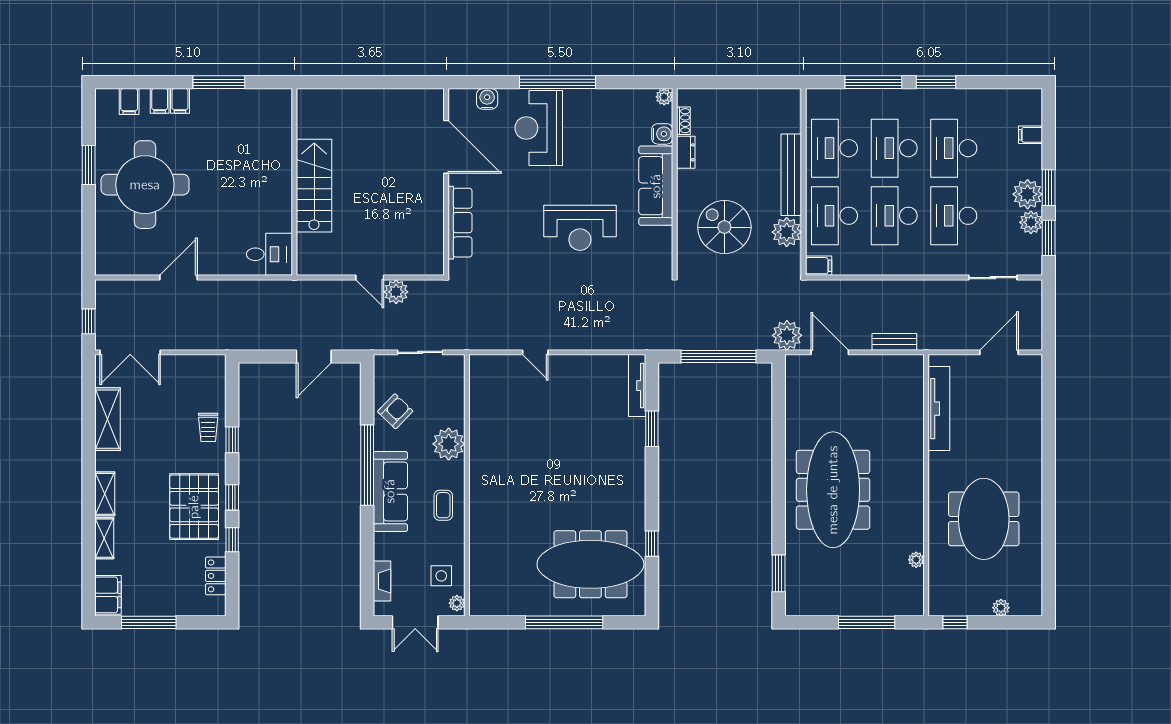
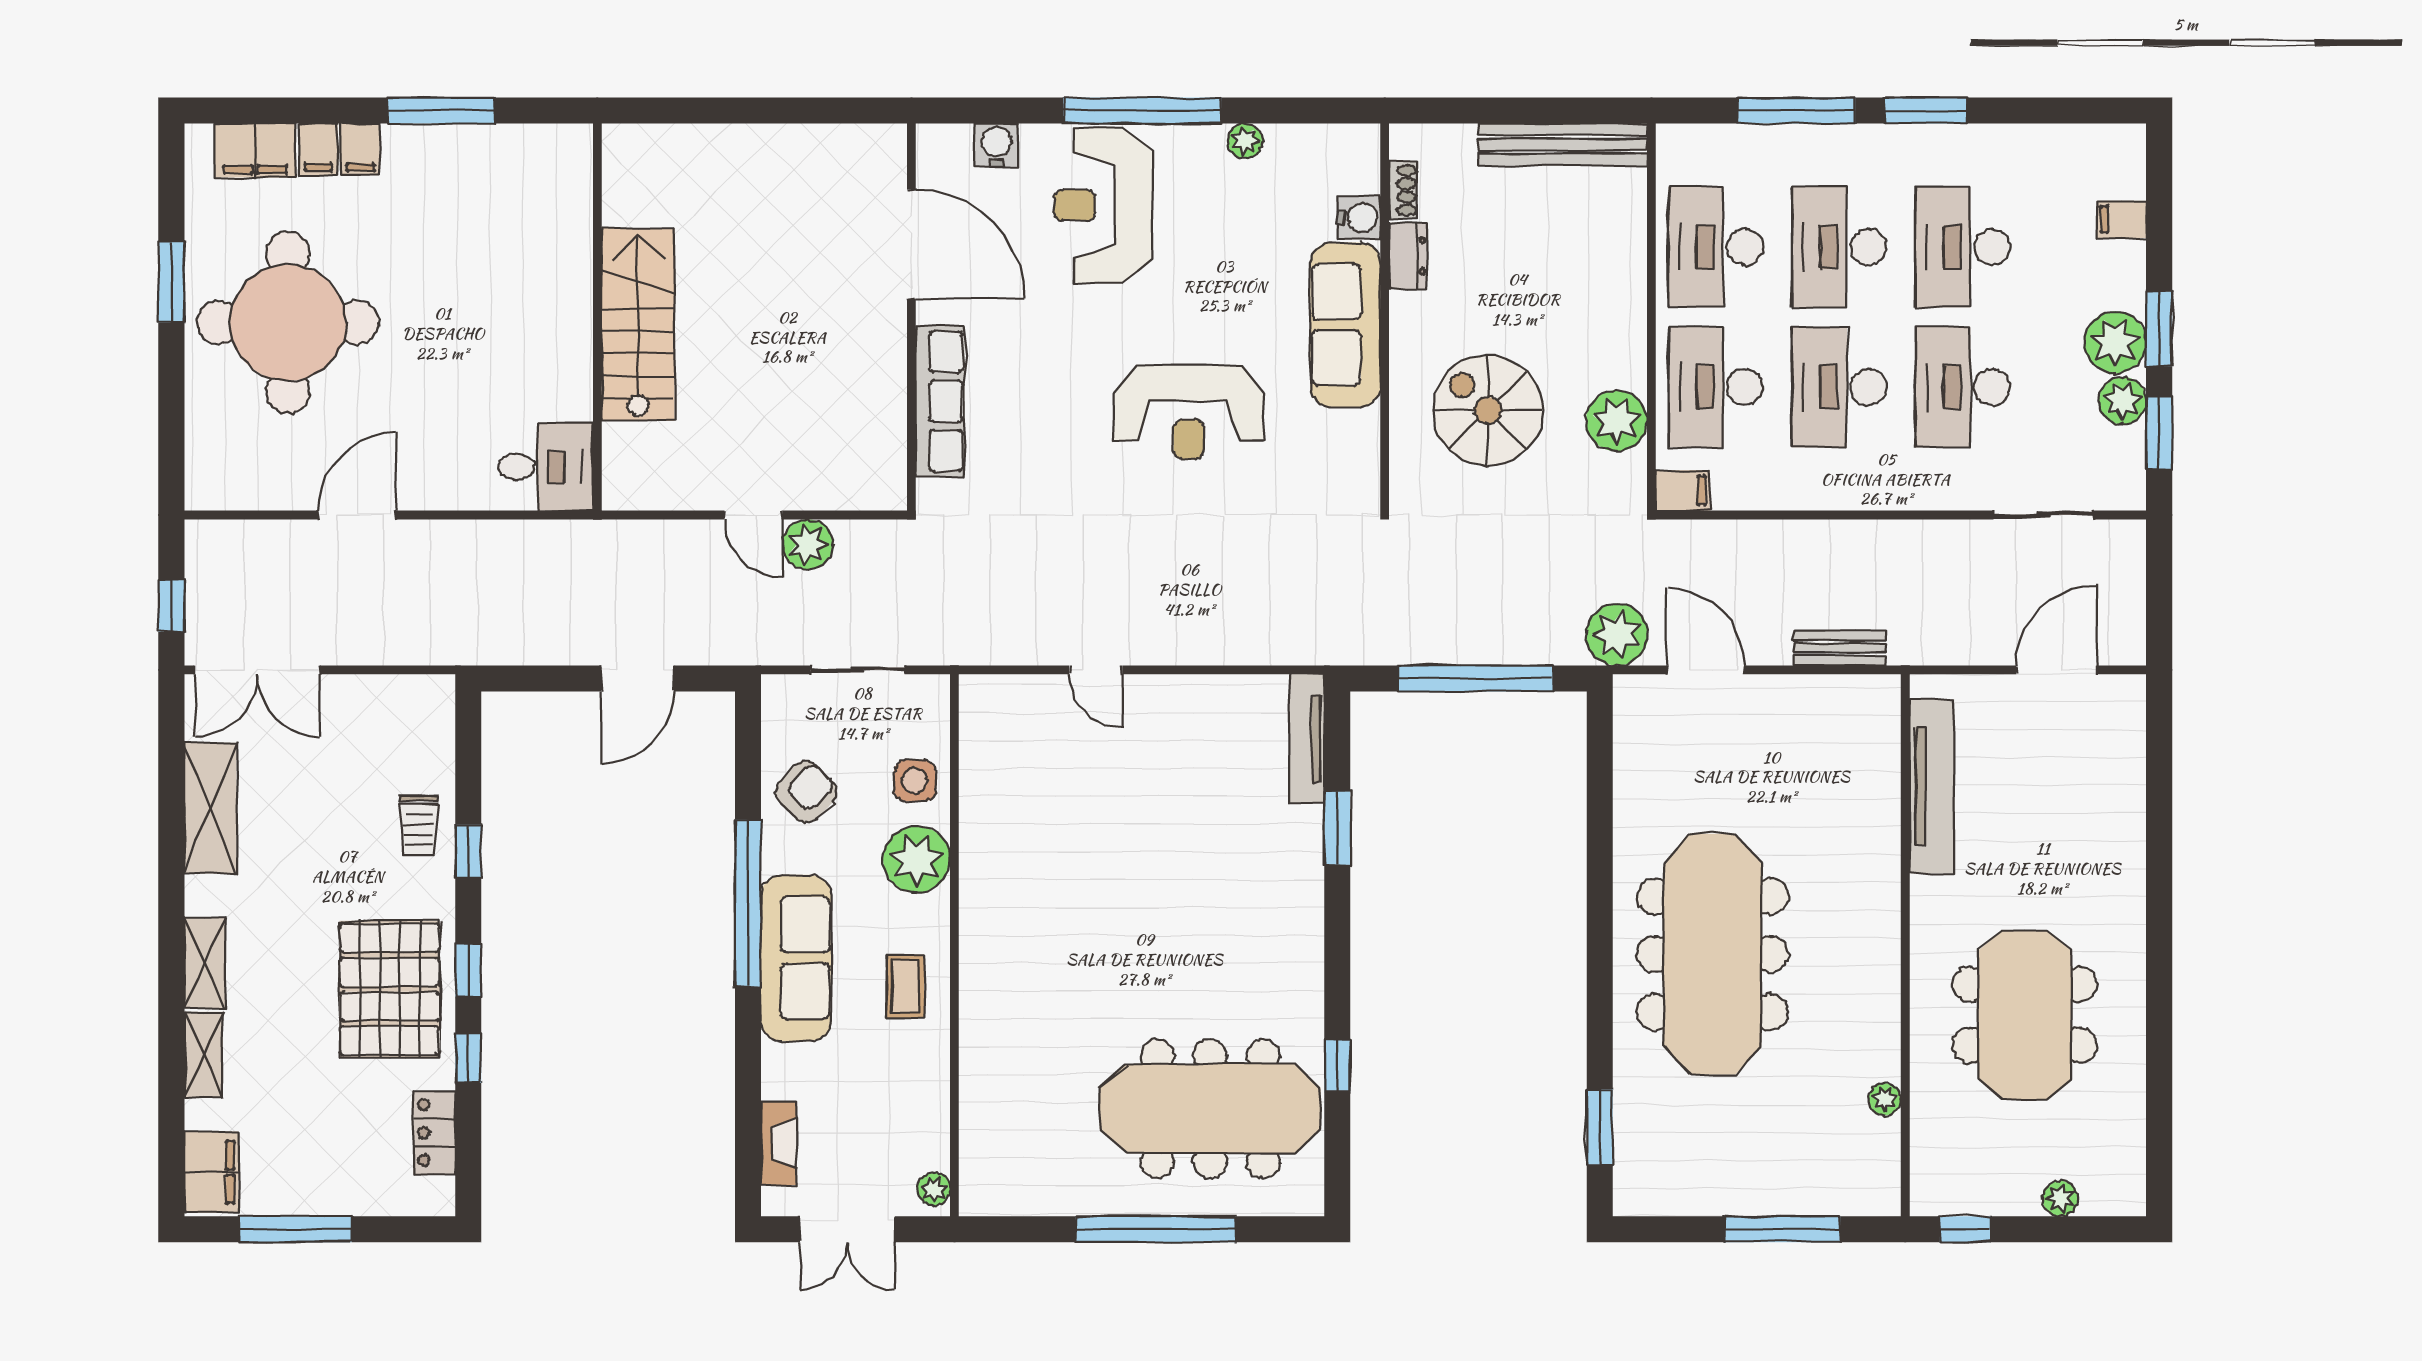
plant: (664, 97) -> (1245, 141), moved
filing cabinet: (129, 101) -> (255, 150), width x2.00
bench: (791, 175) -> (1563, 144), moved, turned 90
side table: (441, 576) -> (915, 781), moved

